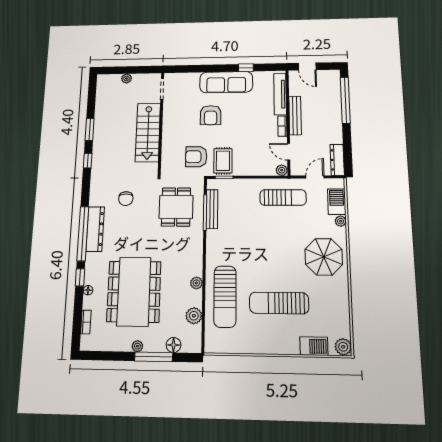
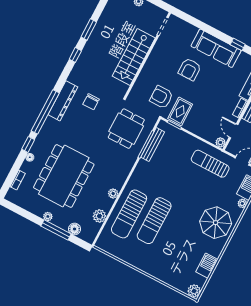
sun lounger: (283, 197) -> (210, 164), turned 180
dresser: (95, 229) -> (63, 101), moved
sun lounger: (279, 303) -> (154, 221), moved, turned -90
barbecue: (314, 346) -> (207, 266), moved, turned -90

